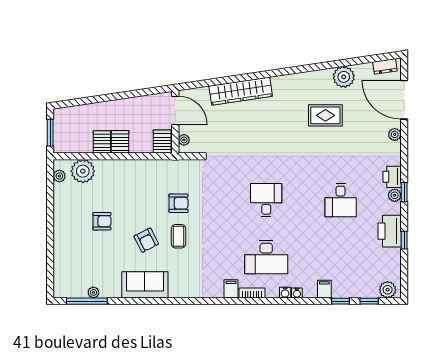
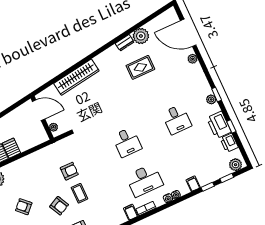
dresser: (385, 66) -> (125, 43), moved
server rack: (162, 142) -> (39, 135), removed
printer: (392, 177) -> (229, 143), moved
desk: (266, 200) -> (127, 142), turned 180
armchair: (102, 221) -> (24, 207), turned -136

